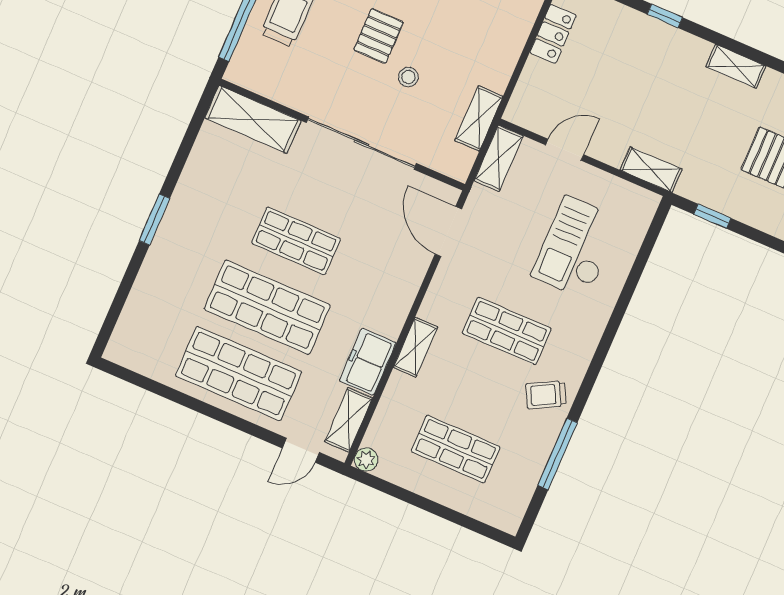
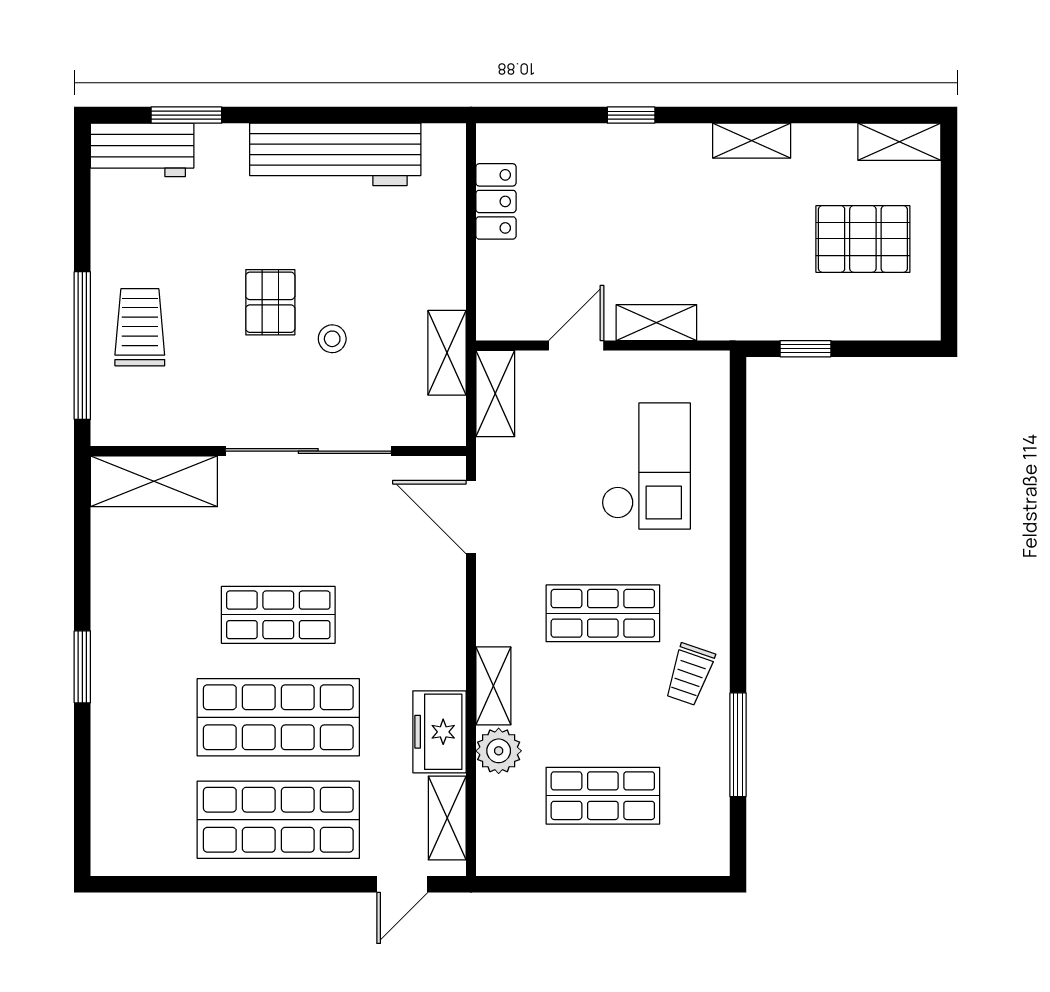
shelving: (651, 170) -> (656, 323), moved
checkout: (576, 247) -> (646, 466), turned 180
trolley: (546, 395) -> (690, 674), turned -43
plant: (366, 460) -> (499, 751), moved, width x1.38, depth x1.38

